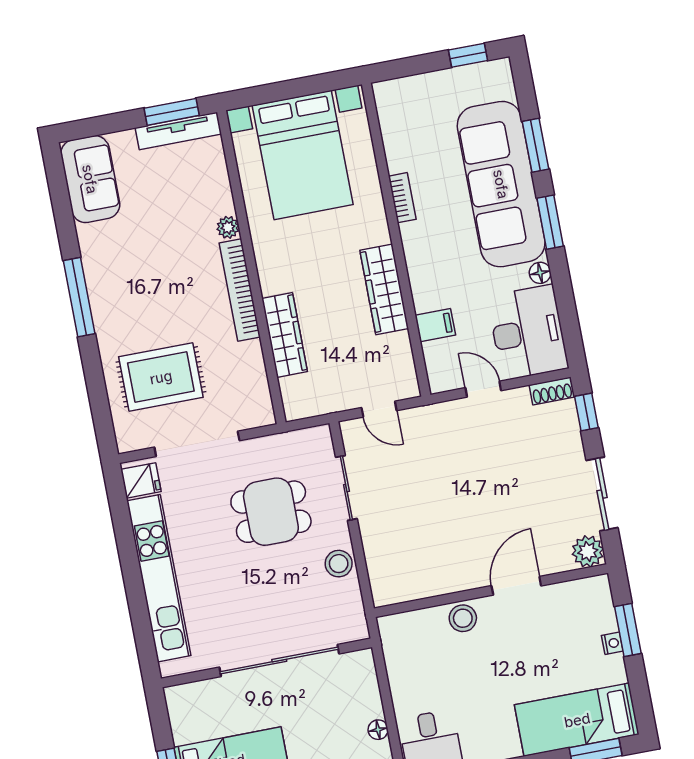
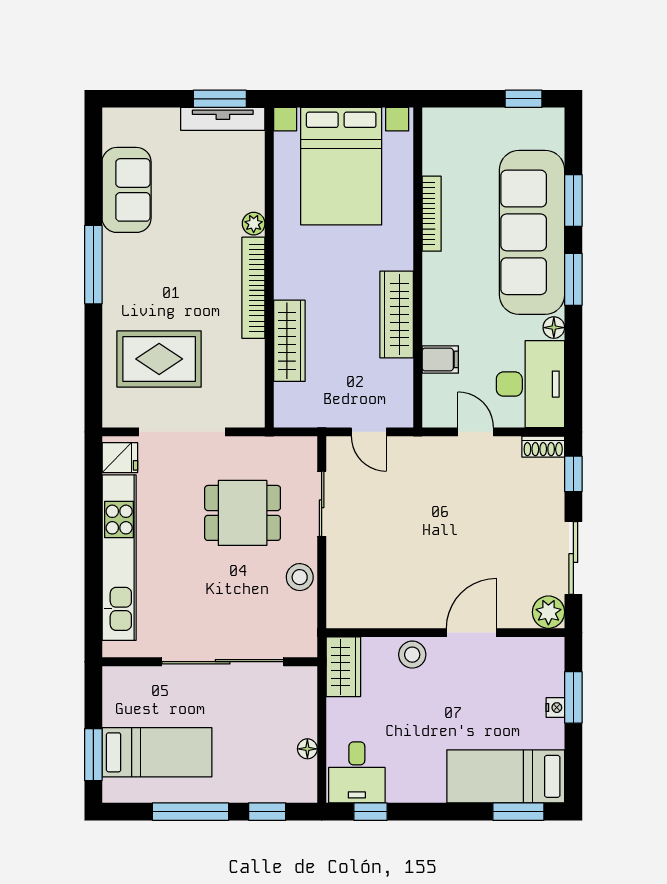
sofa: (90, 179) -> (127, 190), moved
bookcase: (402, 198) -> (432, 214), width x1.56
wardrobe: (398, 643) -> (343, 667), added

